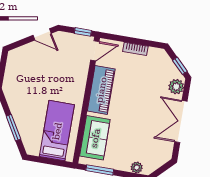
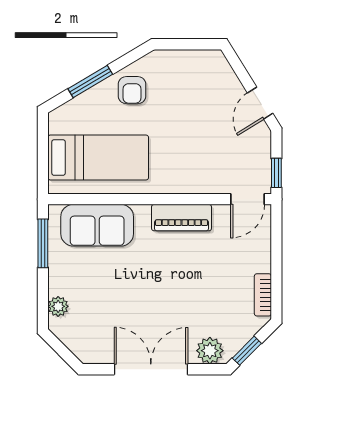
bookcase: (135, 49) -> (263, 295), moved
door: (95, 51) -> (248, 199), hinge flipped
piano: (101, 90) -> (182, 218), width x0.73, depth x0.75
armchair: (22, 105) -> (132, 90), added

